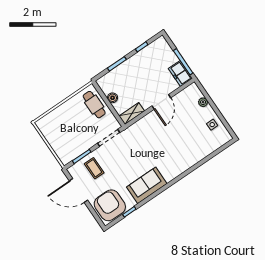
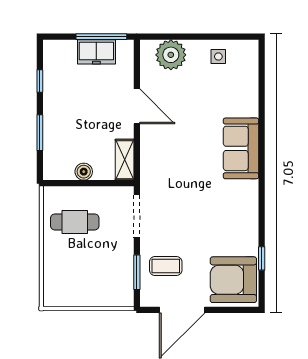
freezer: (180, 73) -> (96, 52), moved
plant: (203, 102) -> (171, 55), width x1.88, depth x1.88
cafe table: (94, 105) -> (75, 222), moved
sofa: (147, 185) -> (241, 148), moved

